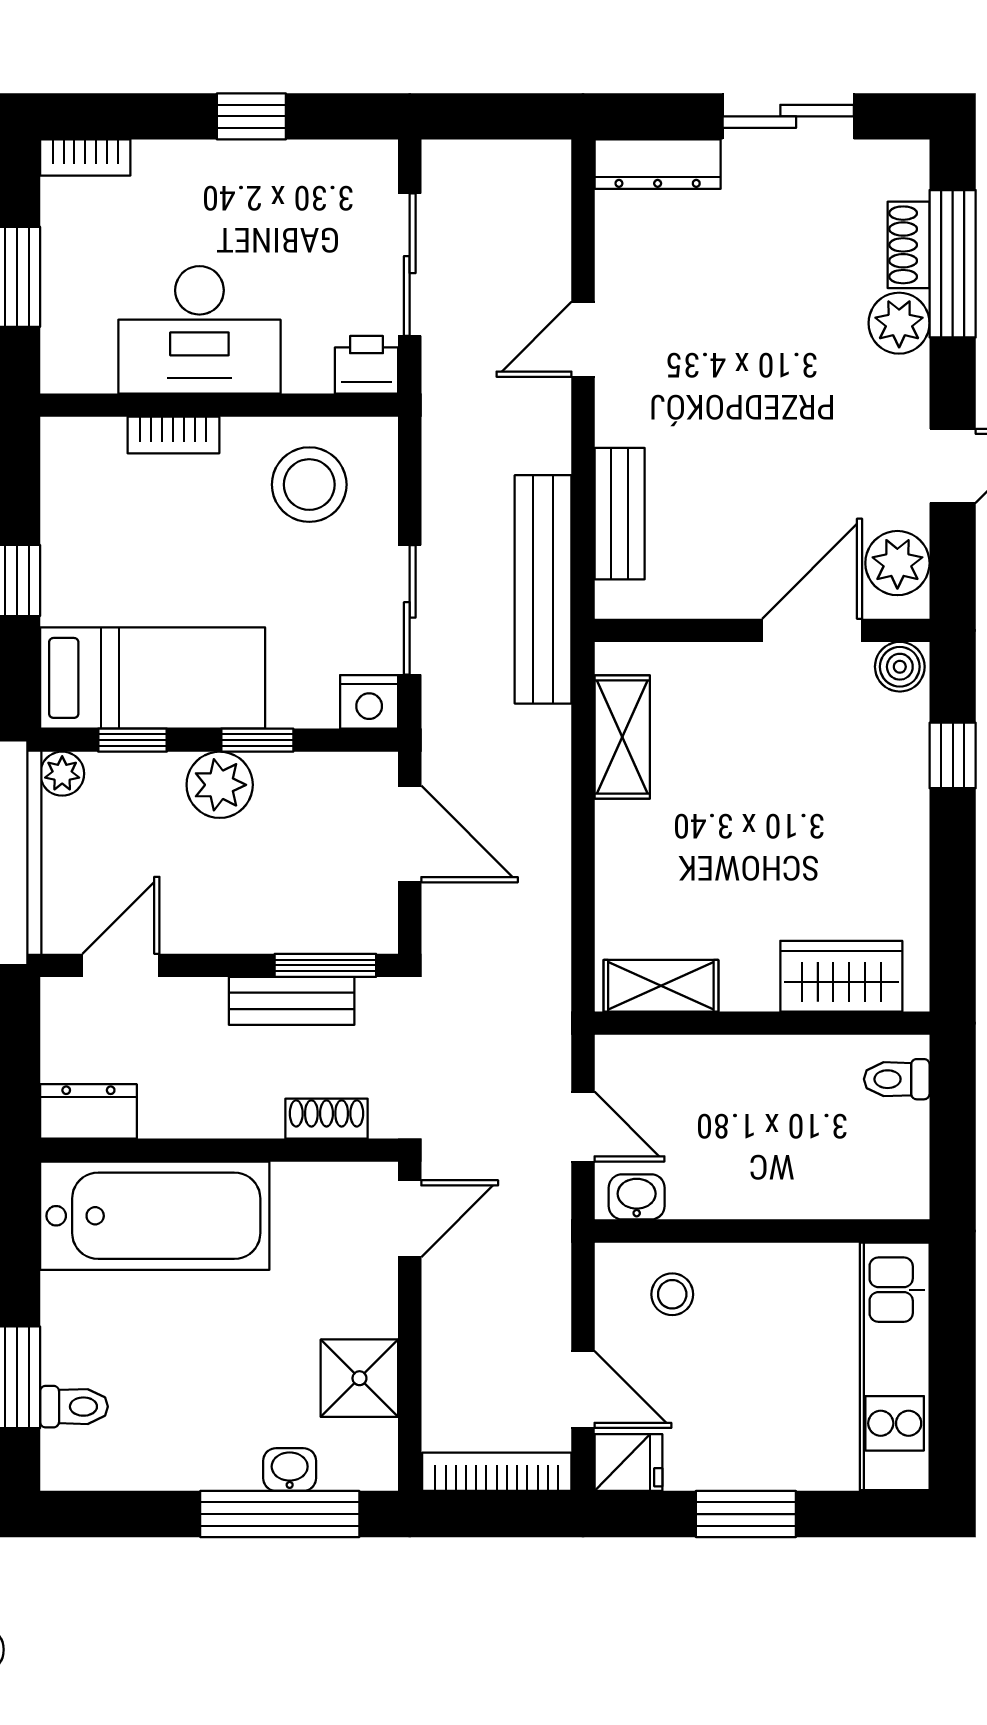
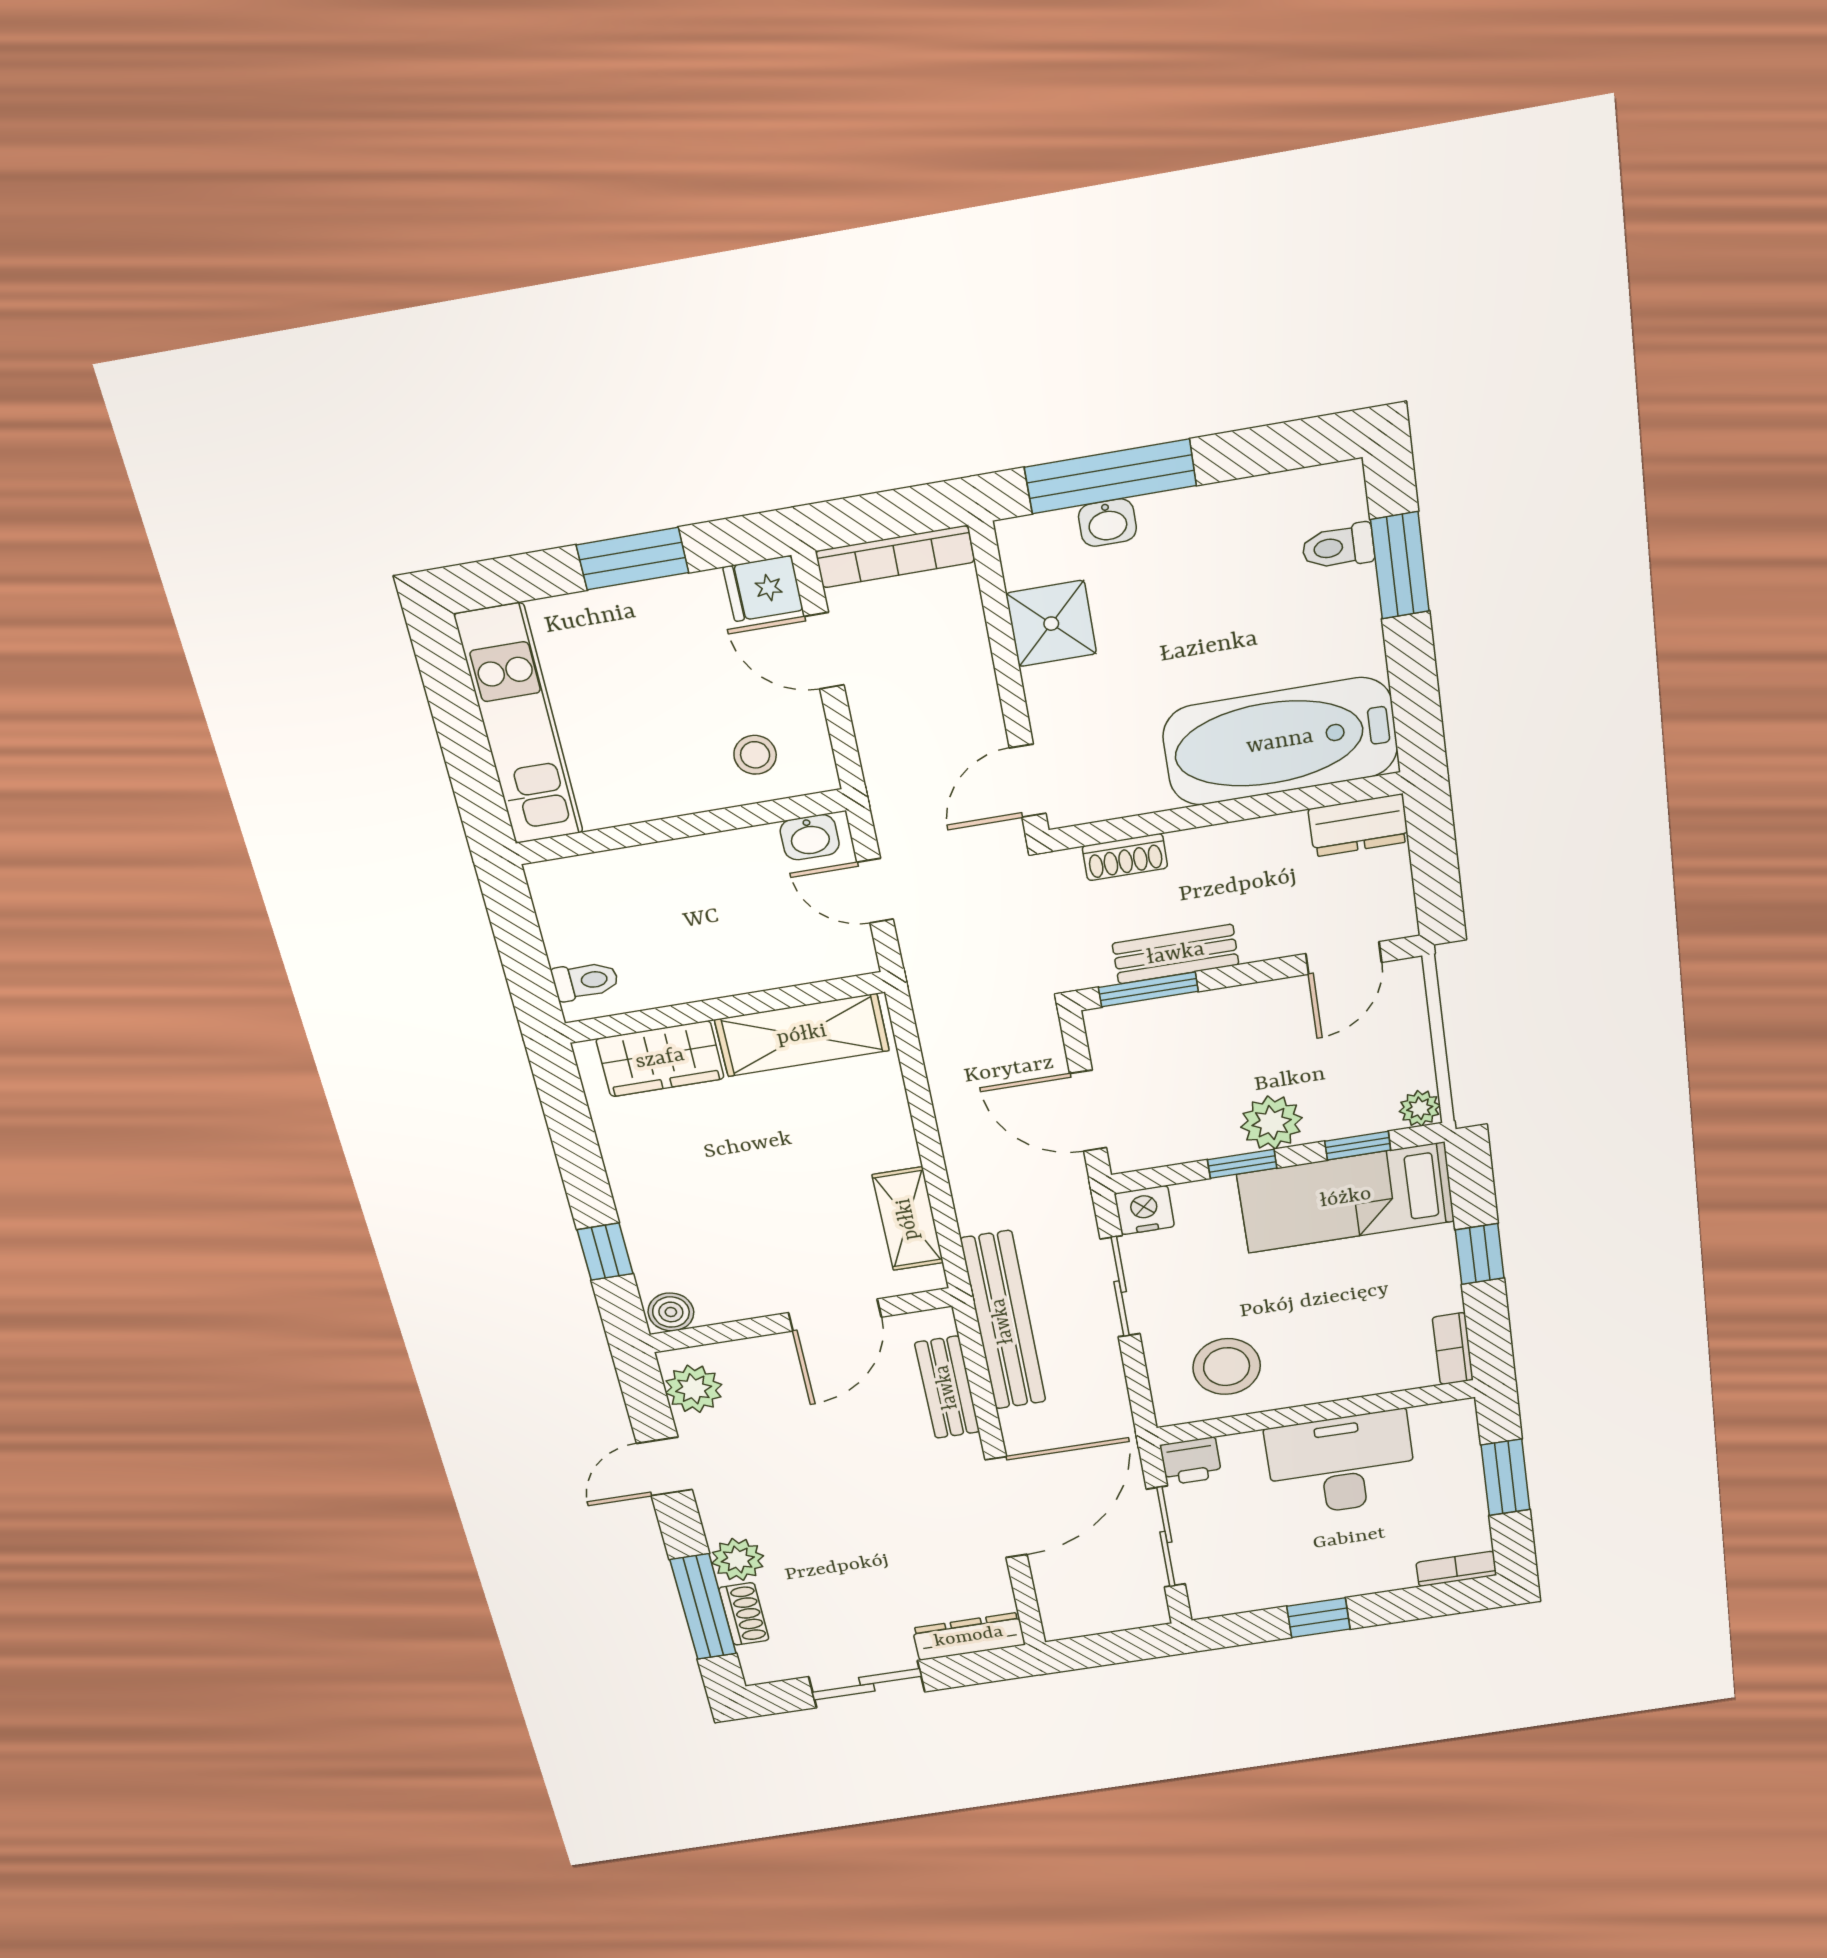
door: (583, 339) -> (1006, 1507), width x1.88
bookcase: (173, 435) -> (1453, 1349), moved, turned -90
door: (812, 630) -> (835, 1315), moved
shelving: (661, 986) -> (802, 1035), width x1.50, depth x1.33

